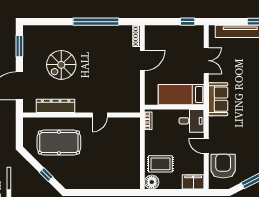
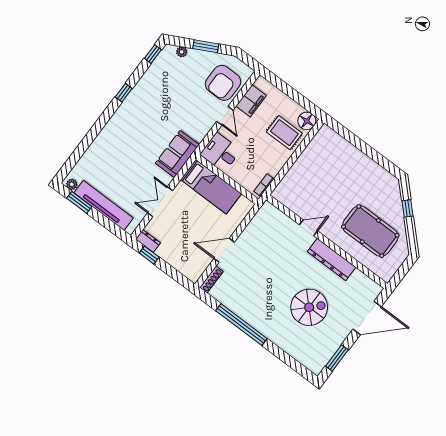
dresser: (195, 30) -> (148, 241), added
dresser: (56, 106) -> (332, 260), moved
filing cabinet: (193, 182) -> (251, 101), moved, turned -90

